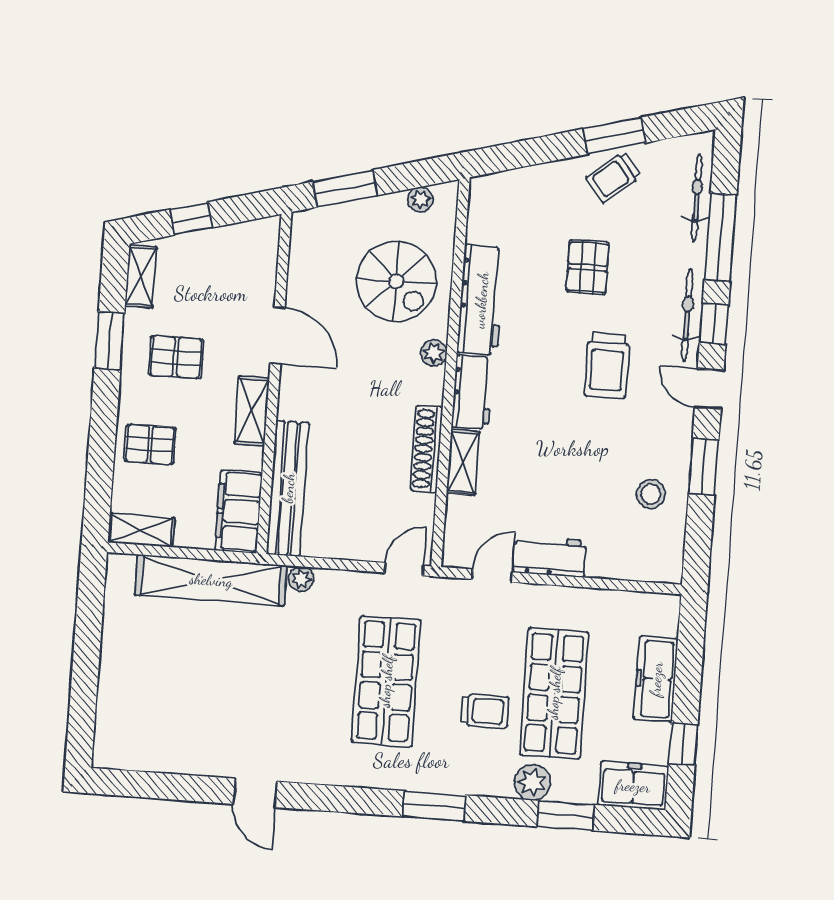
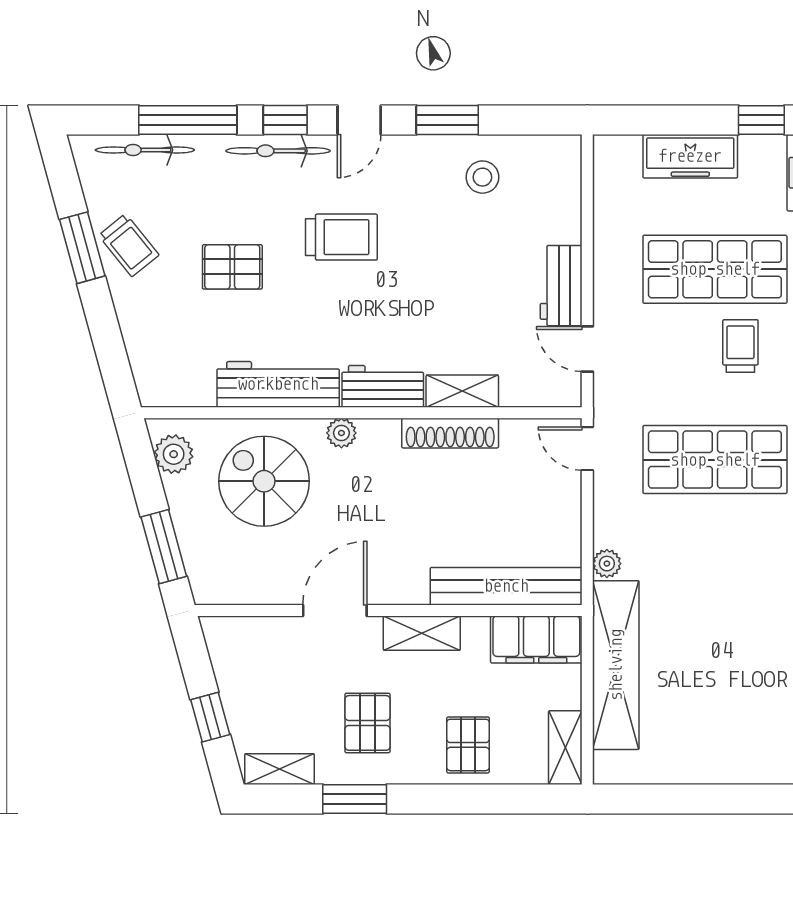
plant: (420, 199) -> (174, 454), width x1.38, depth x1.38
spiral stairs: (396, 281) -> (264, 481), turned -90

